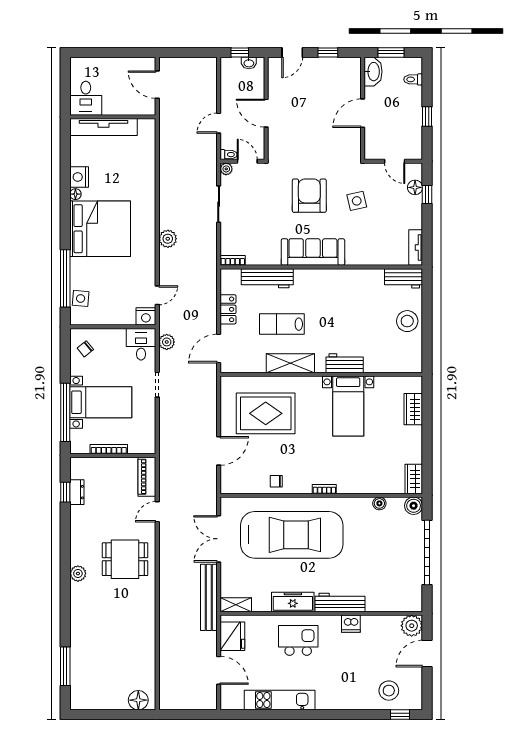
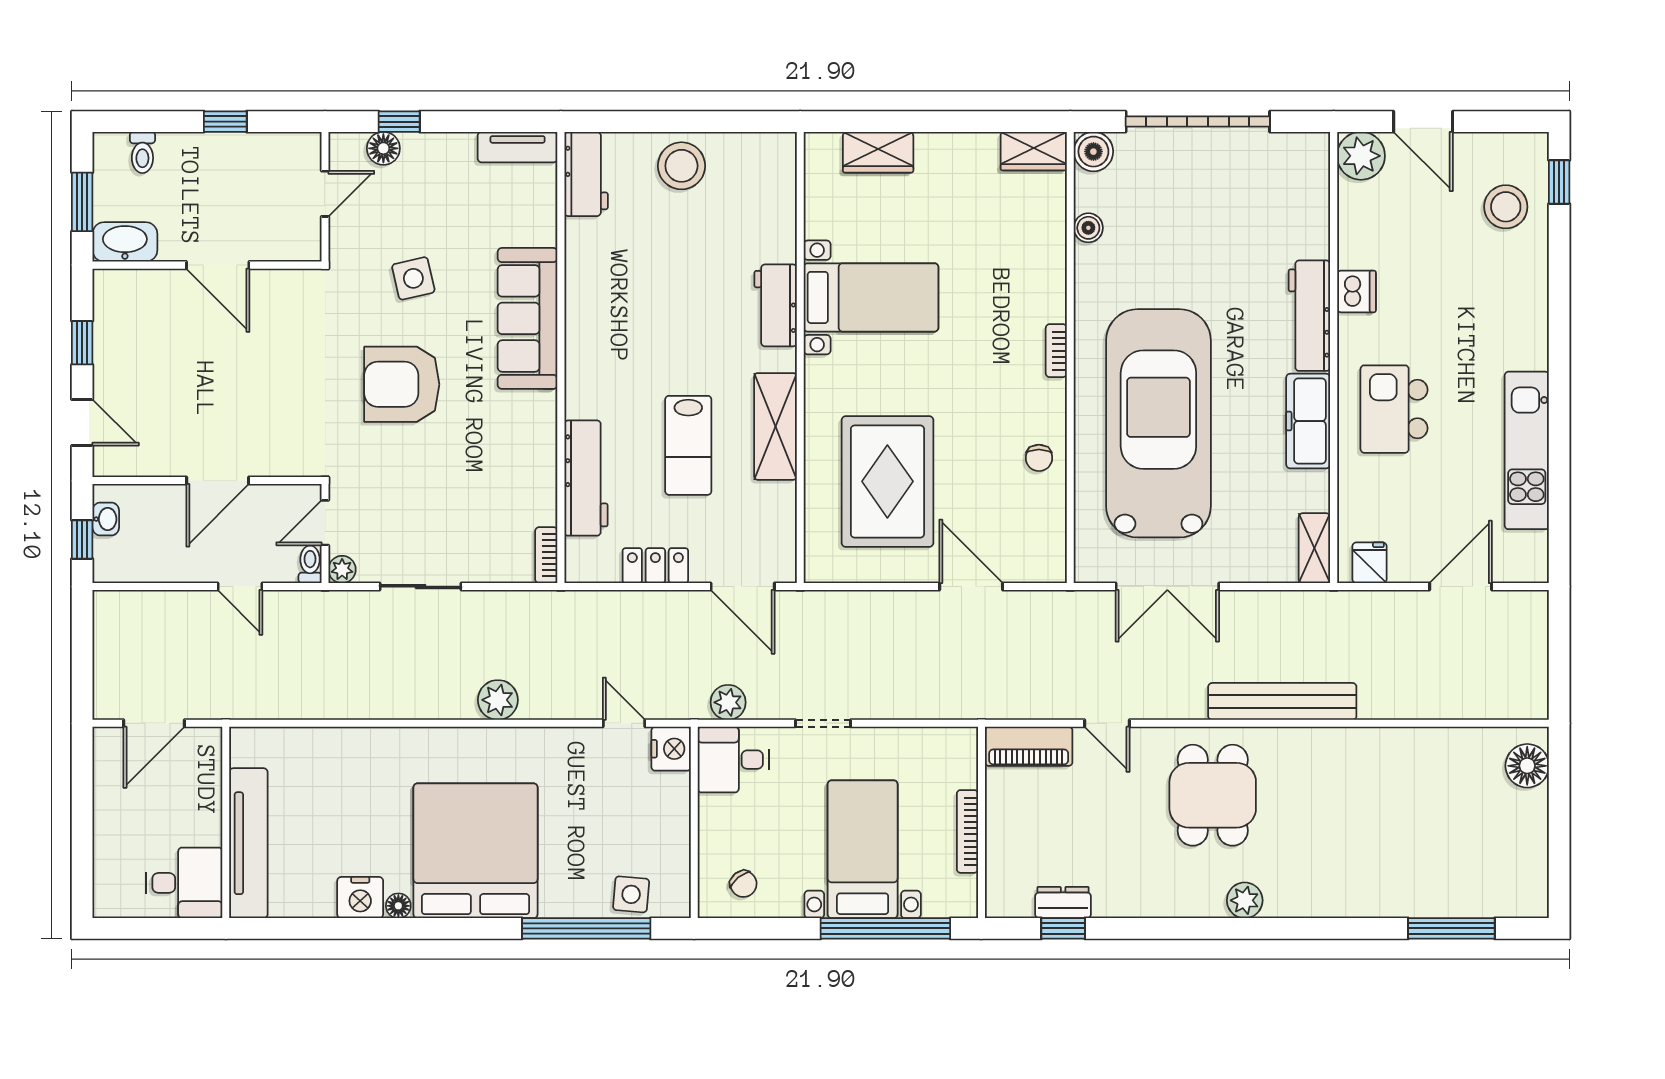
sofa: (313, 252) -> (528, 318), moved
bench: (209, 597) -> (1282, 701), moved
fridge: (232, 636) -> (1370, 563), width x0.53, depth x0.75

